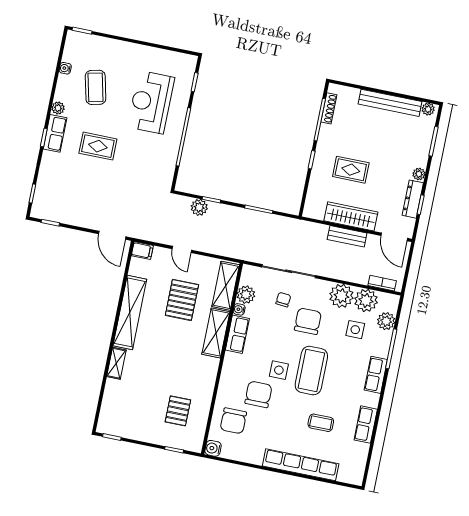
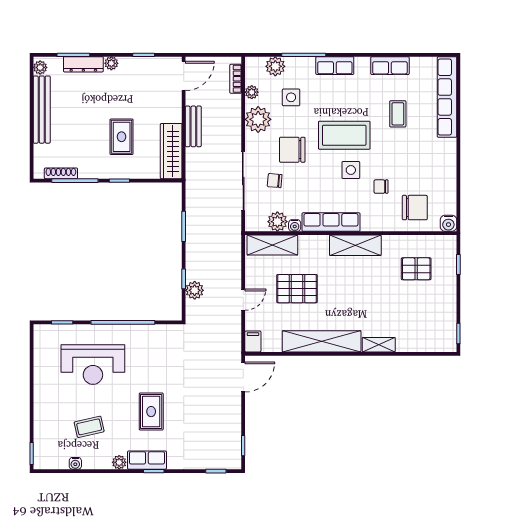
coffee table: (96, 87) -> (89, 427), width x0.73, depth x0.77
dresser: (413, 199) -> (83, 64), moved
wardrobe: (351, 216) -> (171, 151), moved
plant: (366, 300) -> (252, 92), width x0.53, depth x0.53
shelving: (216, 333) -> (355, 245), moved
row of seats: (237, 334) -> (331, 222), width x1.48
chair: (258, 394) -> (381, 187), width x0.54, depth x0.54
row of seats: (301, 465) -> (447, 97), moved

